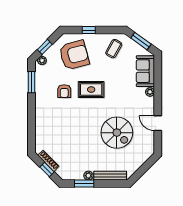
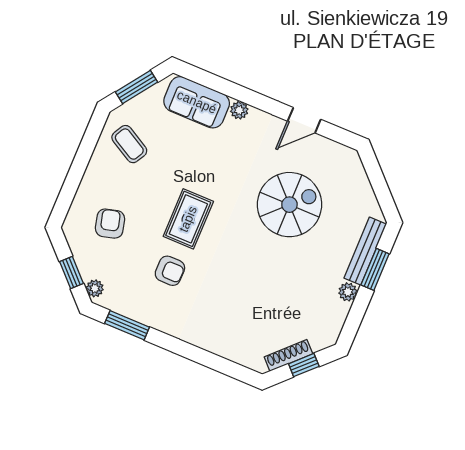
window: (89, 30) -> (75, 176), removed
armchair: (74, 55) -> (110, 224), width x0.53, depth x0.53
window: (84, 184) -> (375, 269), moved

